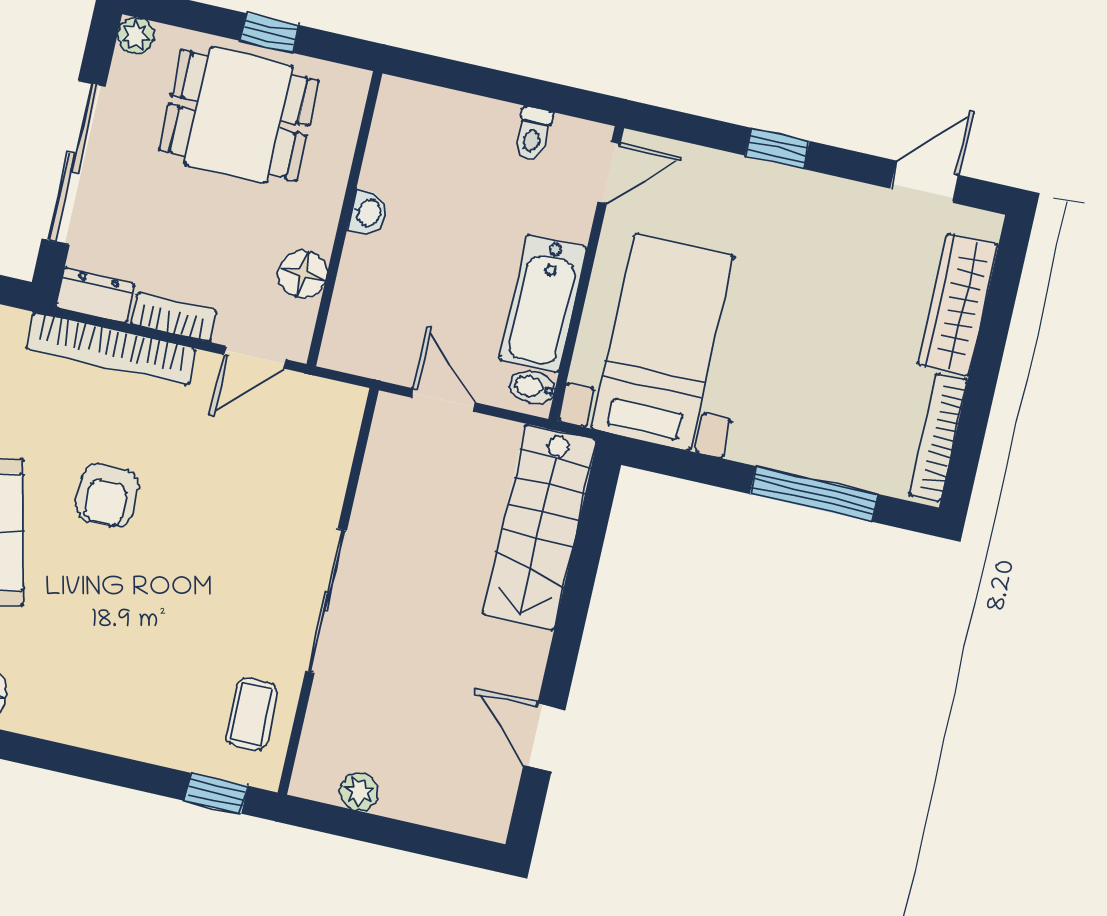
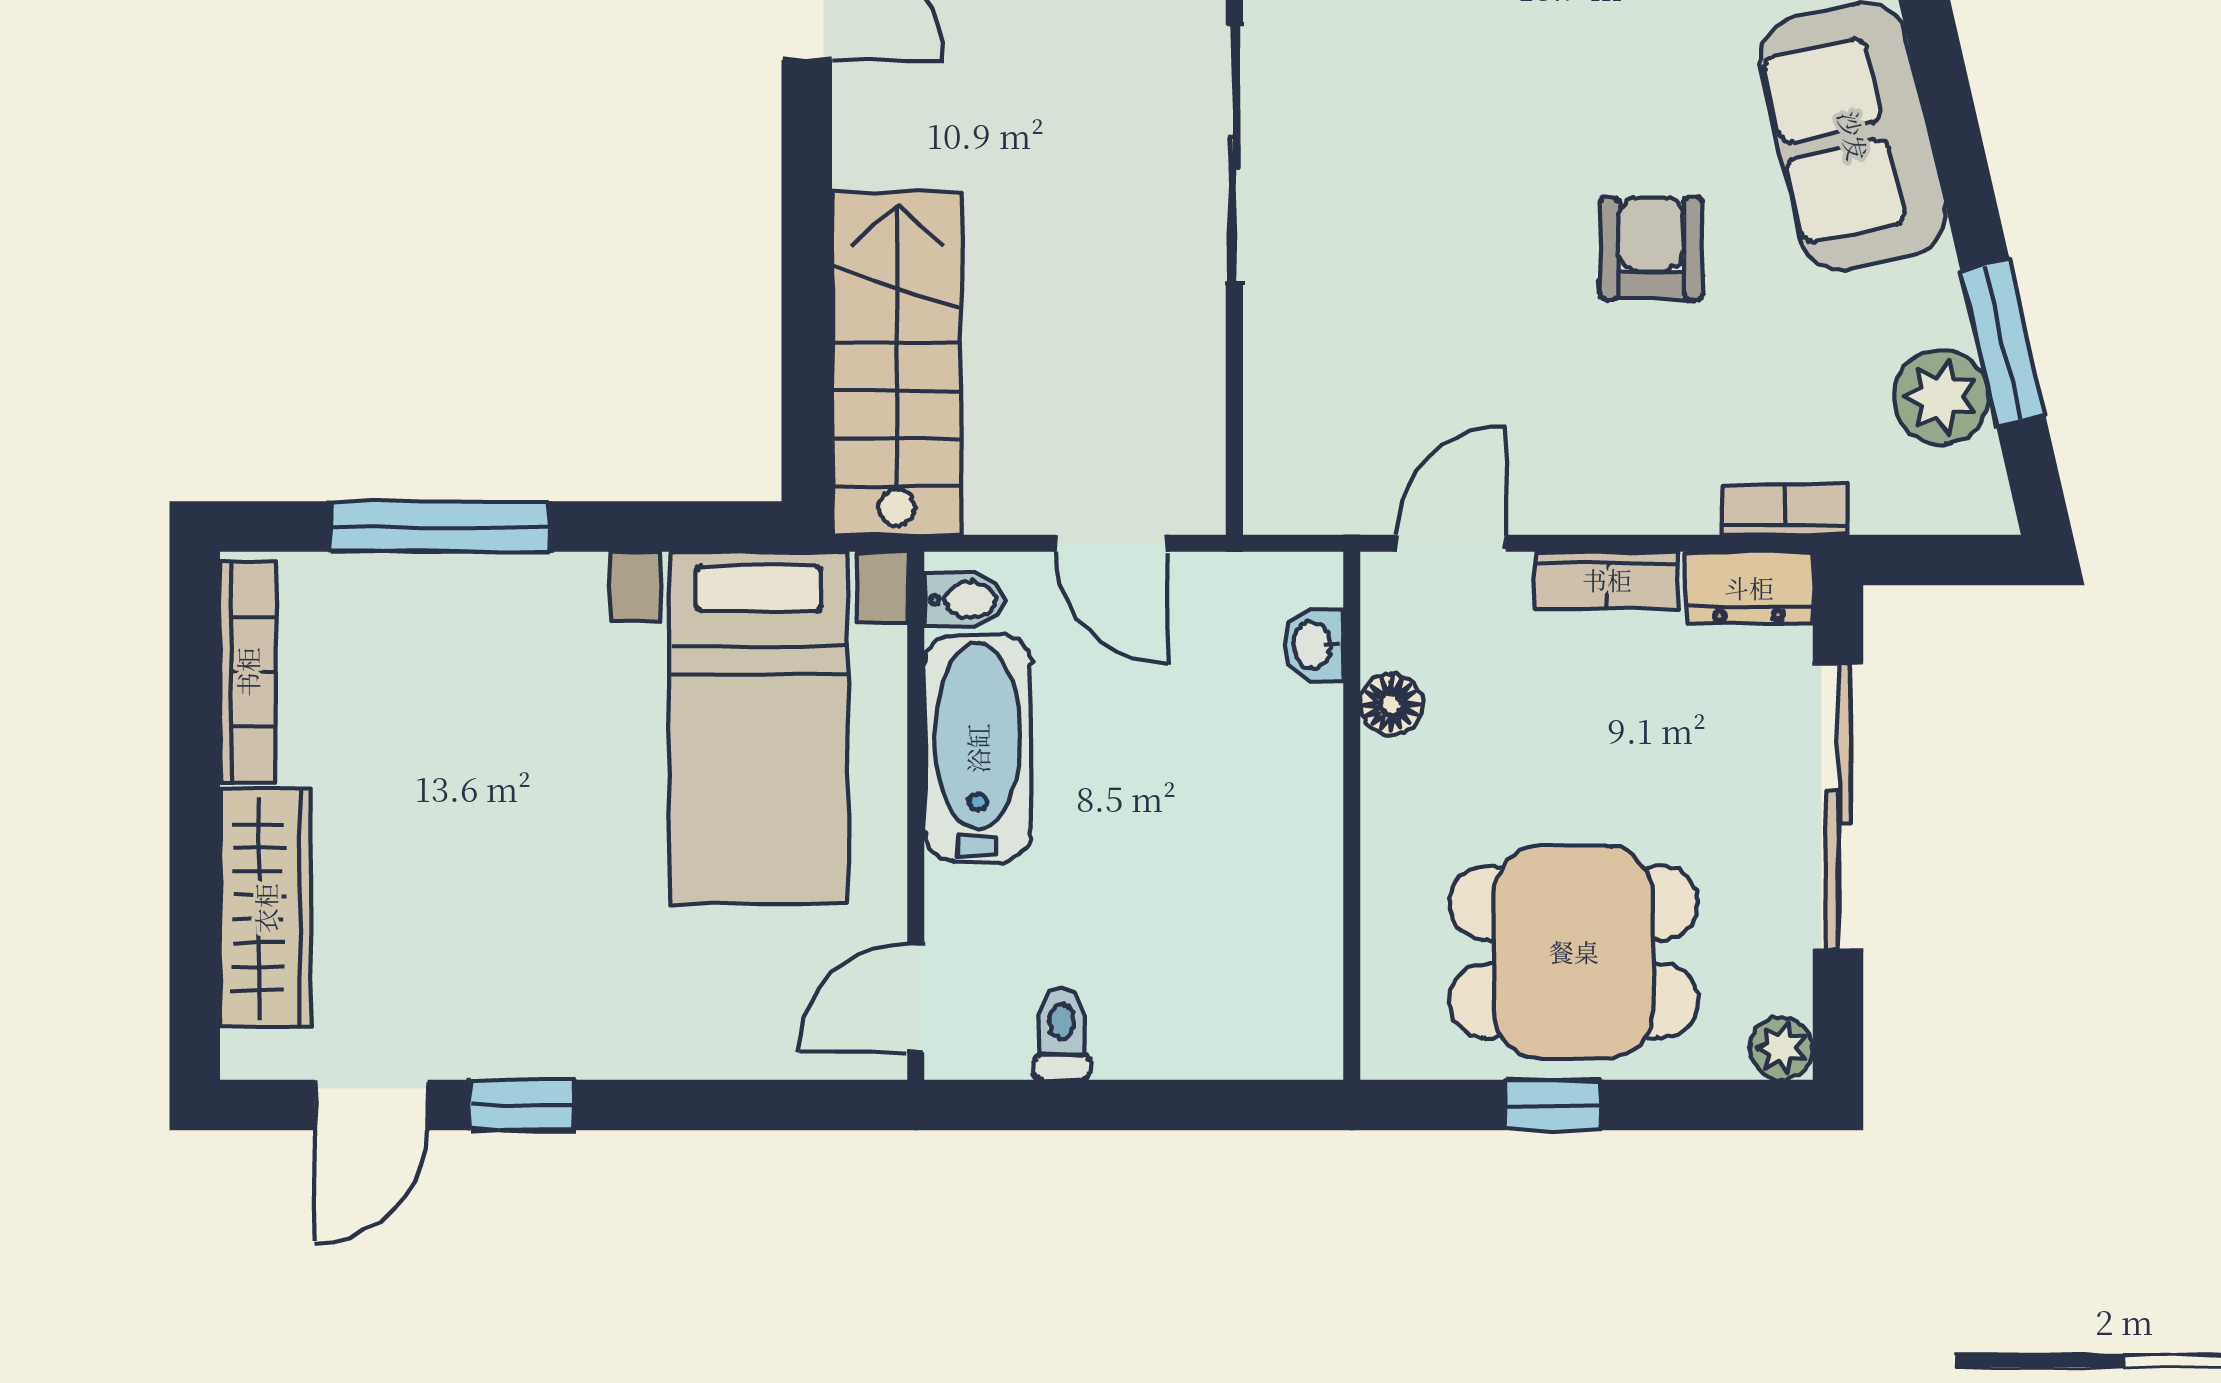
window: (777, 148) -> (522, 1105), moved
washbasin: (368, 213) -> (1314, 645), moved
floor lamp: (302, 274) -> (1391, 705), width x0.73, depth x0.73
bookcase: (111, 349) -> (1785, 510), width x0.43, depth x0.76

